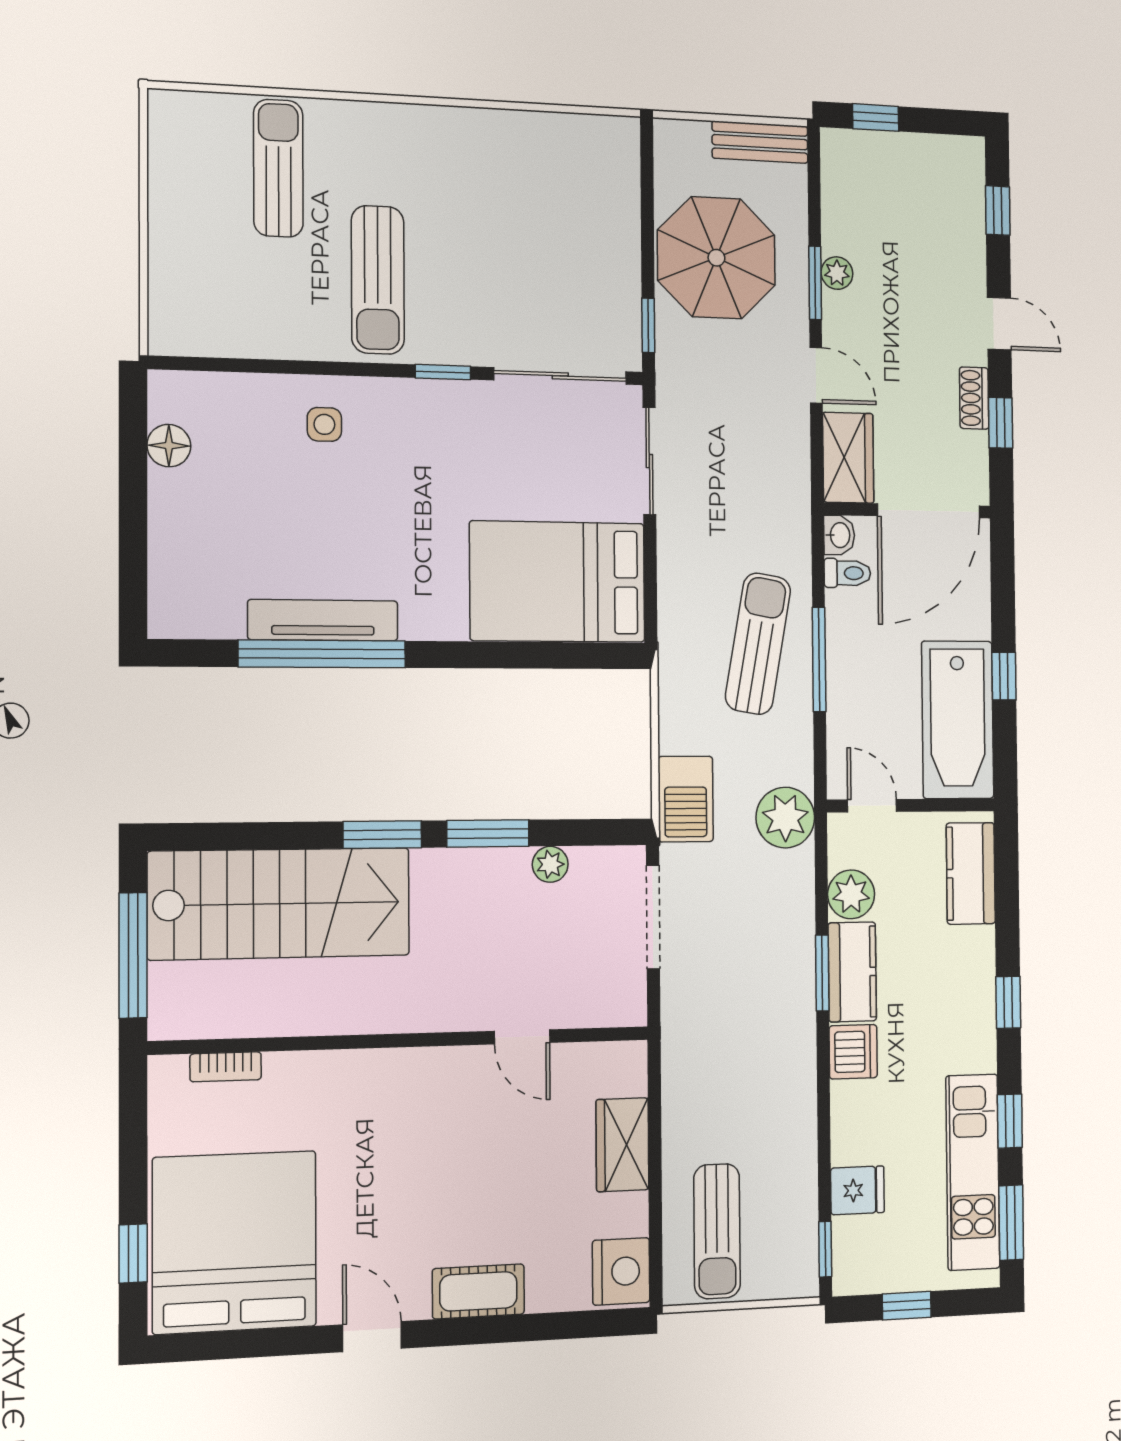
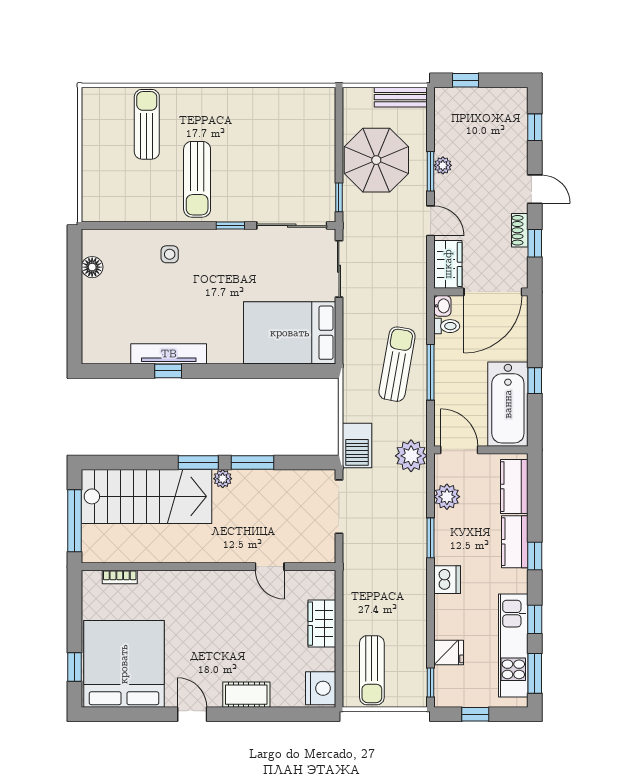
window: (322, 654) -> (168, 371), width x0.32
door: (872, 806) -> (459, 450), width x1.38
plant: (550, 864) -> (223, 479), moved
kitchen counter: (852, 972) -> (515, 542), moved, turned 180

